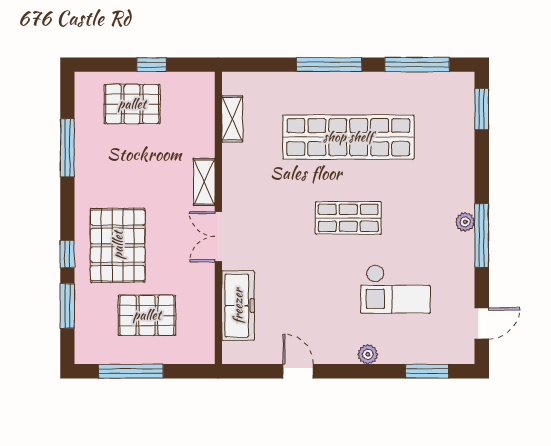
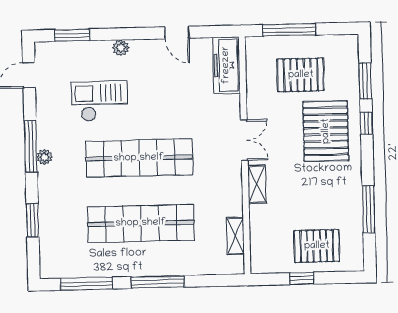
window: (482, 109) -> (32, 220), moved
shop shelf: (348, 218) -> (139, 158), width x2.00, depth x1.36
freezer: (238, 306) -> (226, 65), moved
window: (131, 371) -> (289, 30), moved

